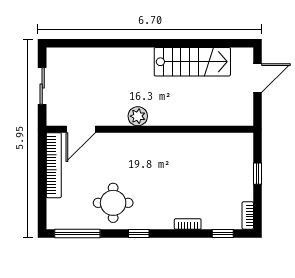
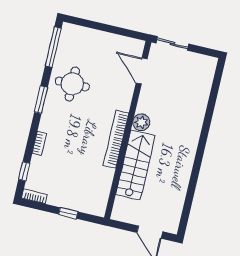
stairs: (192, 62) -> (136, 165), moved, turned 180
sliding door: (42, 86) -> (172, 43), moved
bookcase: (54, 165) -> (116, 139), moved, turned 90
window: (139, 233) -> (41, 100), width x1.50

